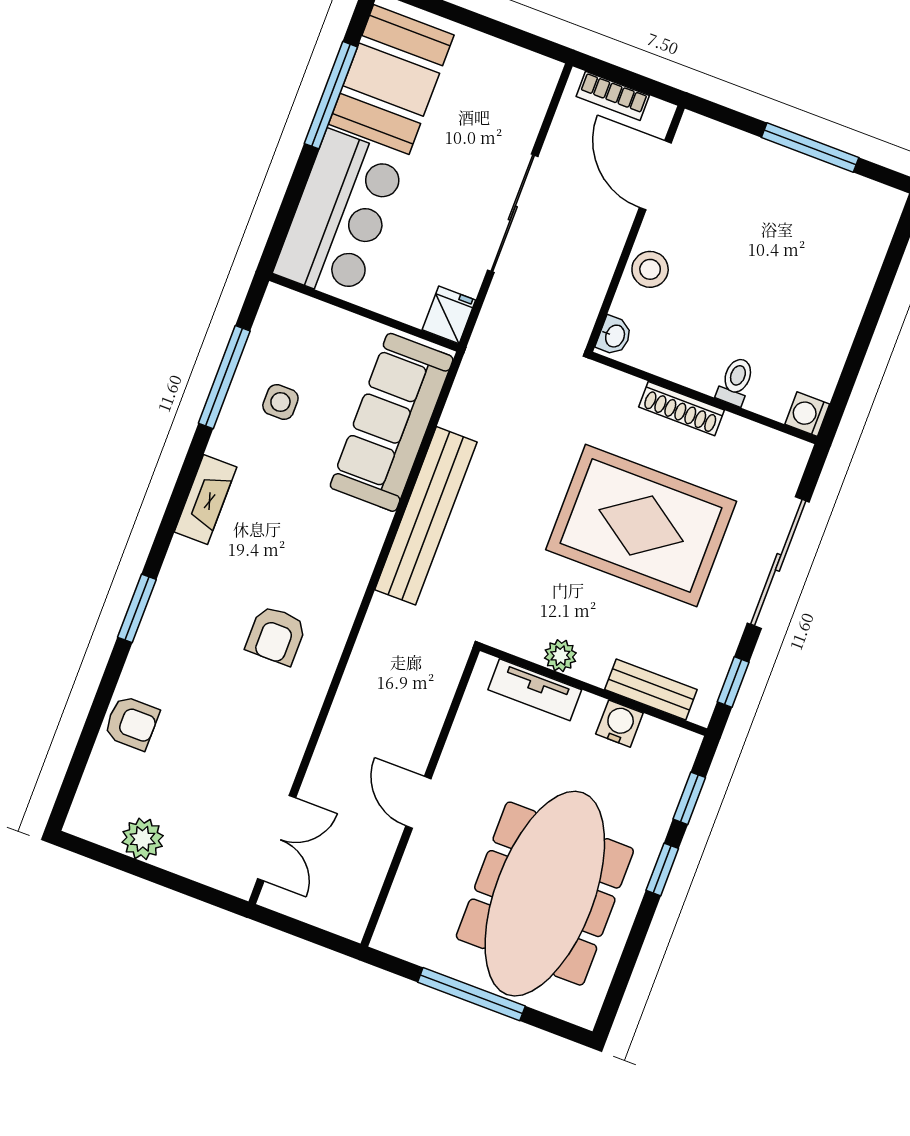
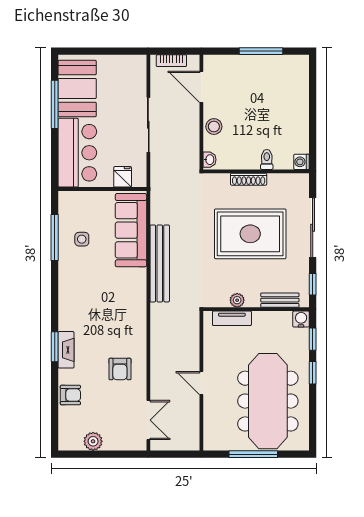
fridge: (449, 315) -> (123, 177), moved
fireplace: (205, 500) -> (66, 350), moved
armchair: (276, 635) -> (120, 369), moved
water cooler: (619, 724) -> (301, 319), moved

